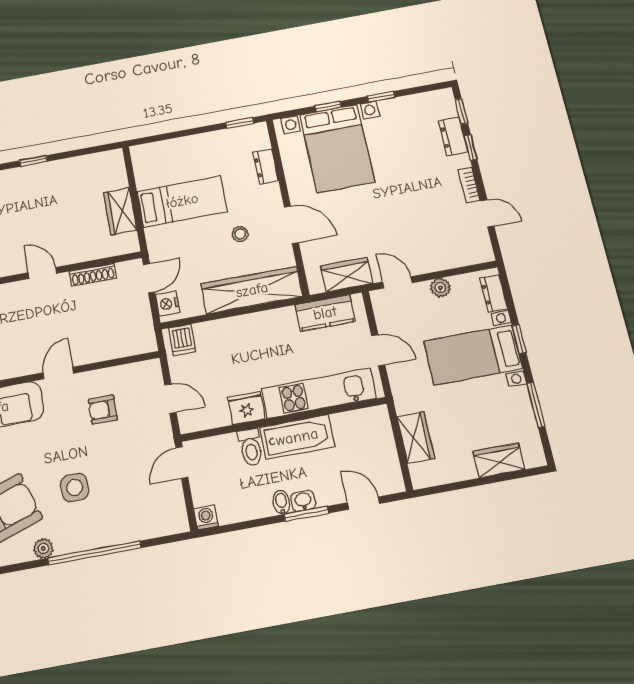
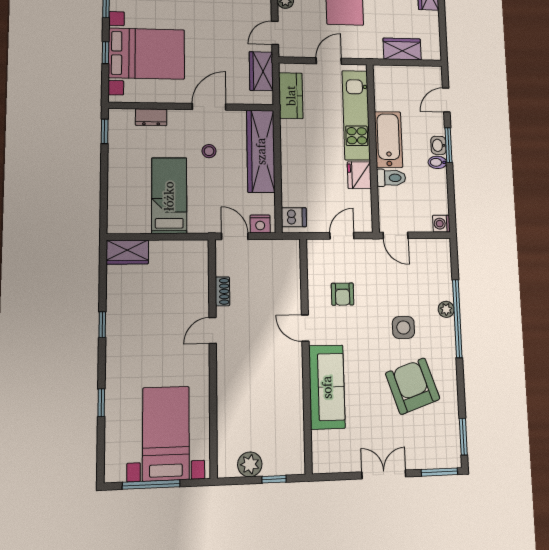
wardrobe: (120, 211) -> (127, 252), moved
shoe rack: (93, 275) -> (222, 291), width x0.70
plant: (43, 548) -> (446, 309), moved

